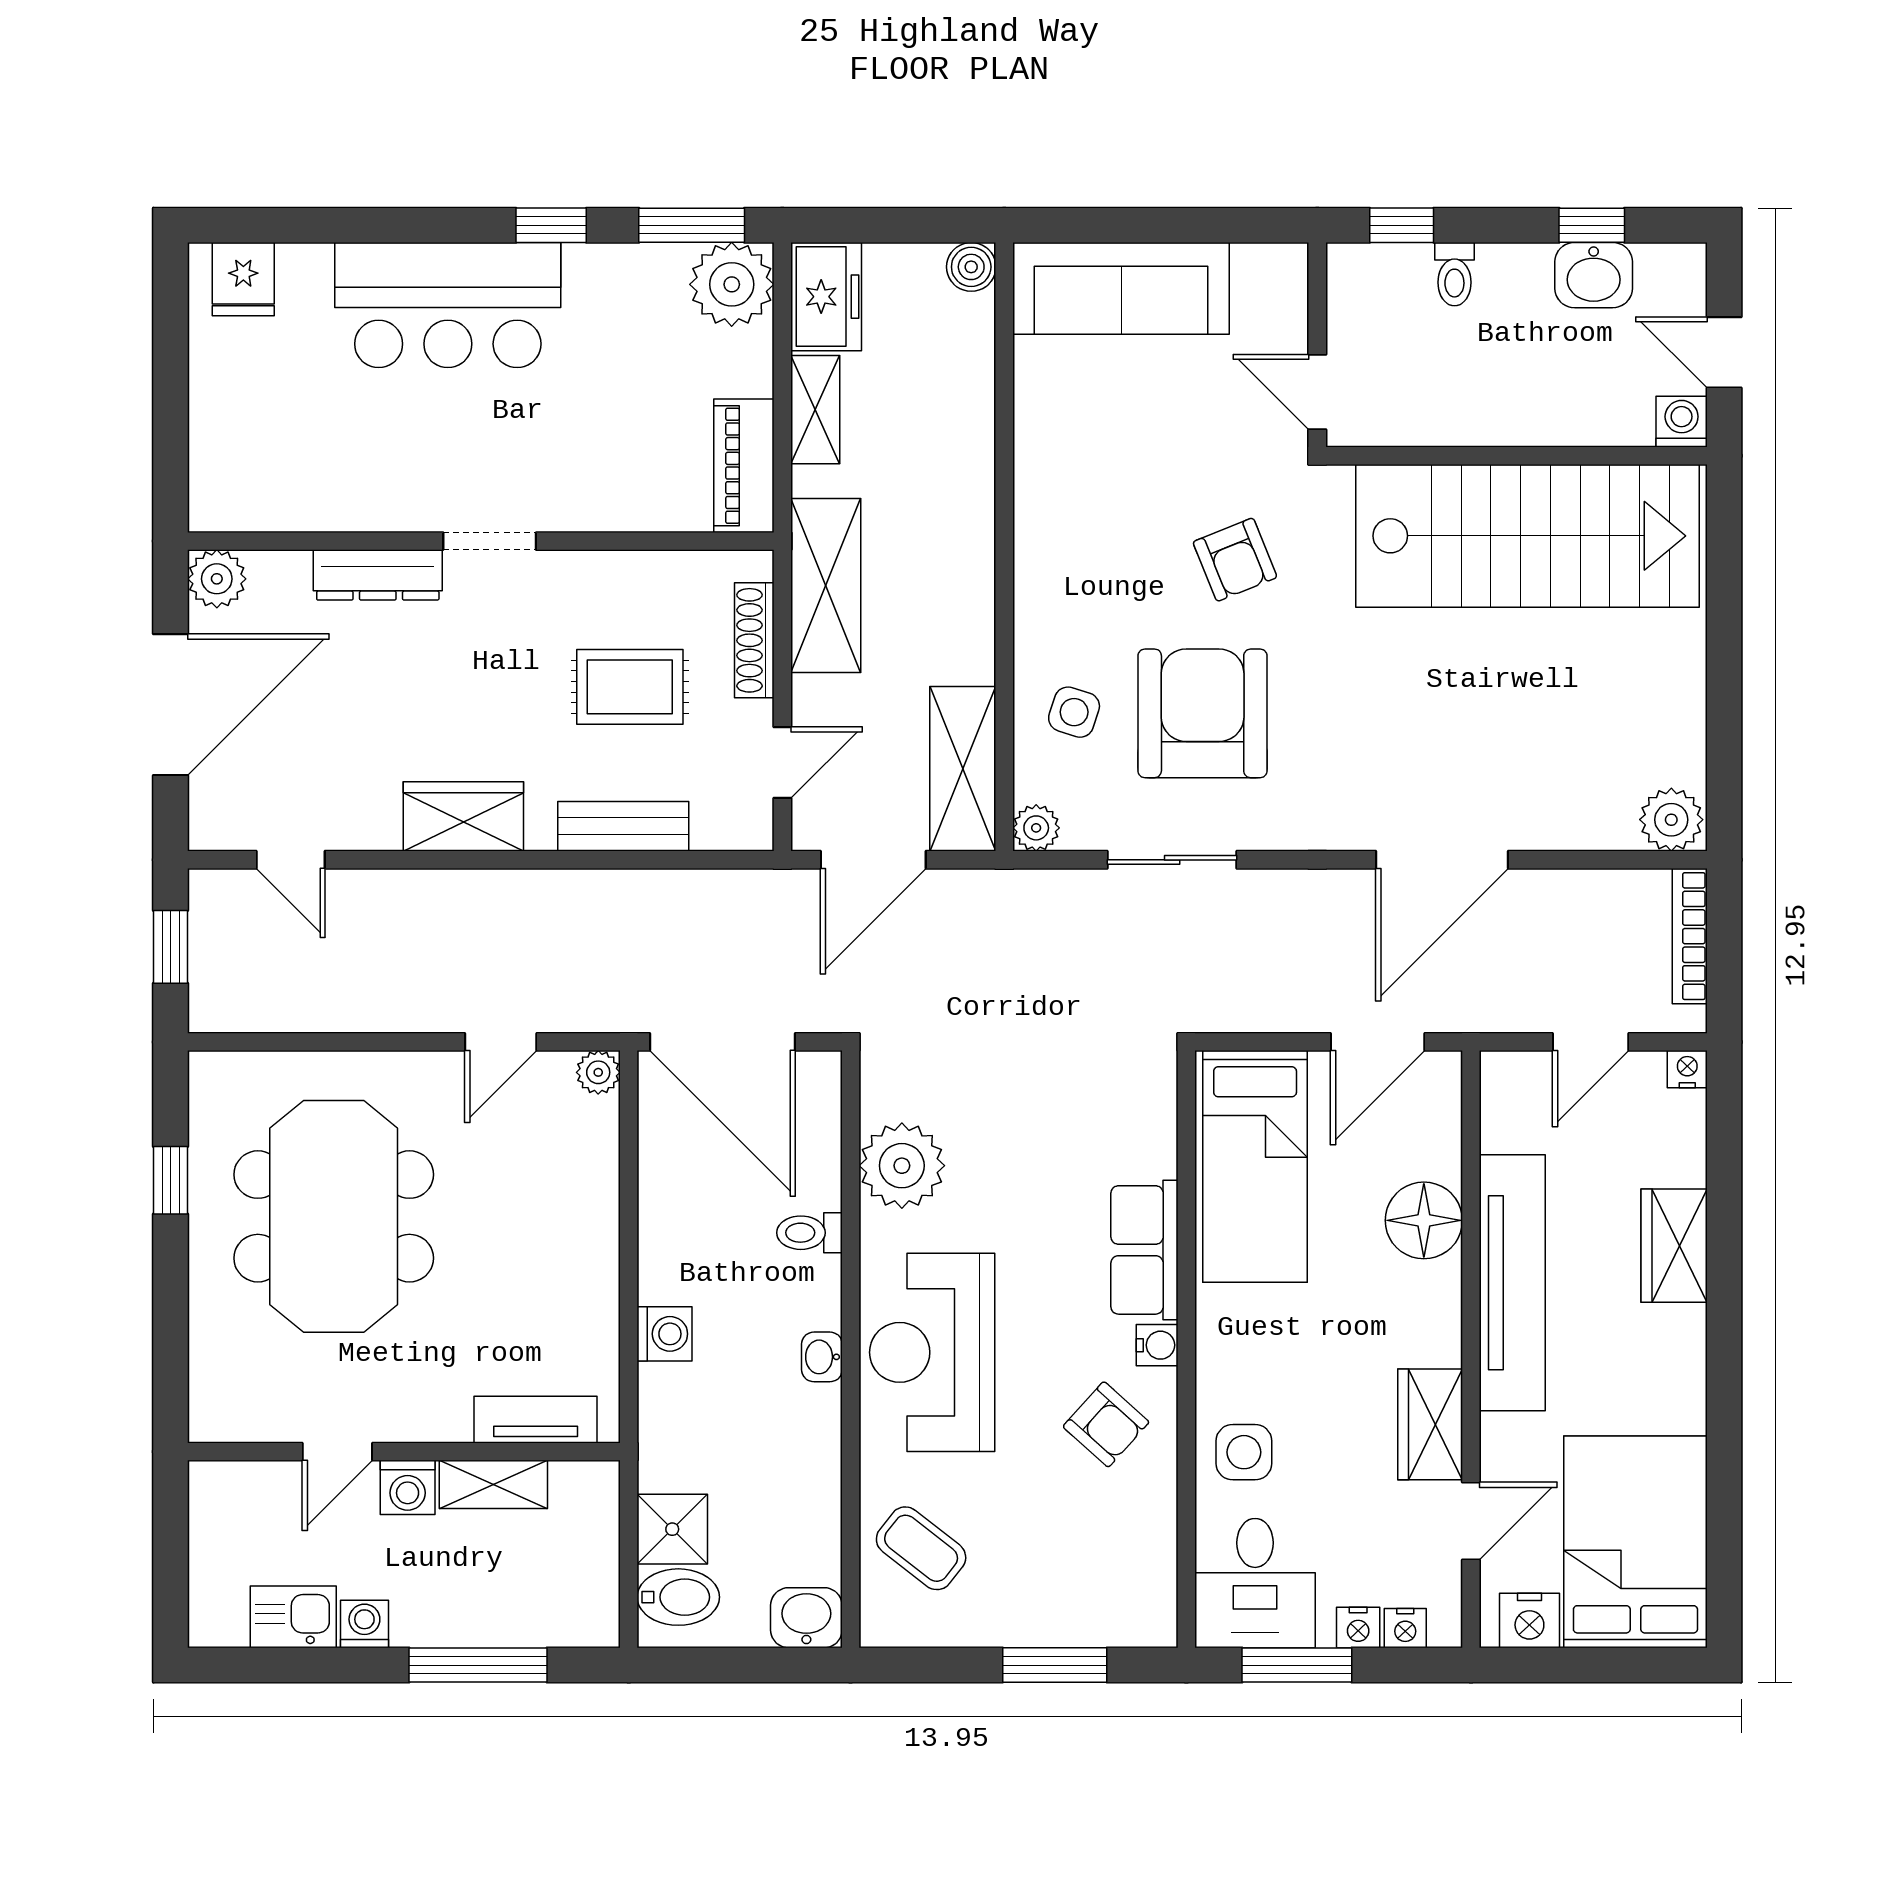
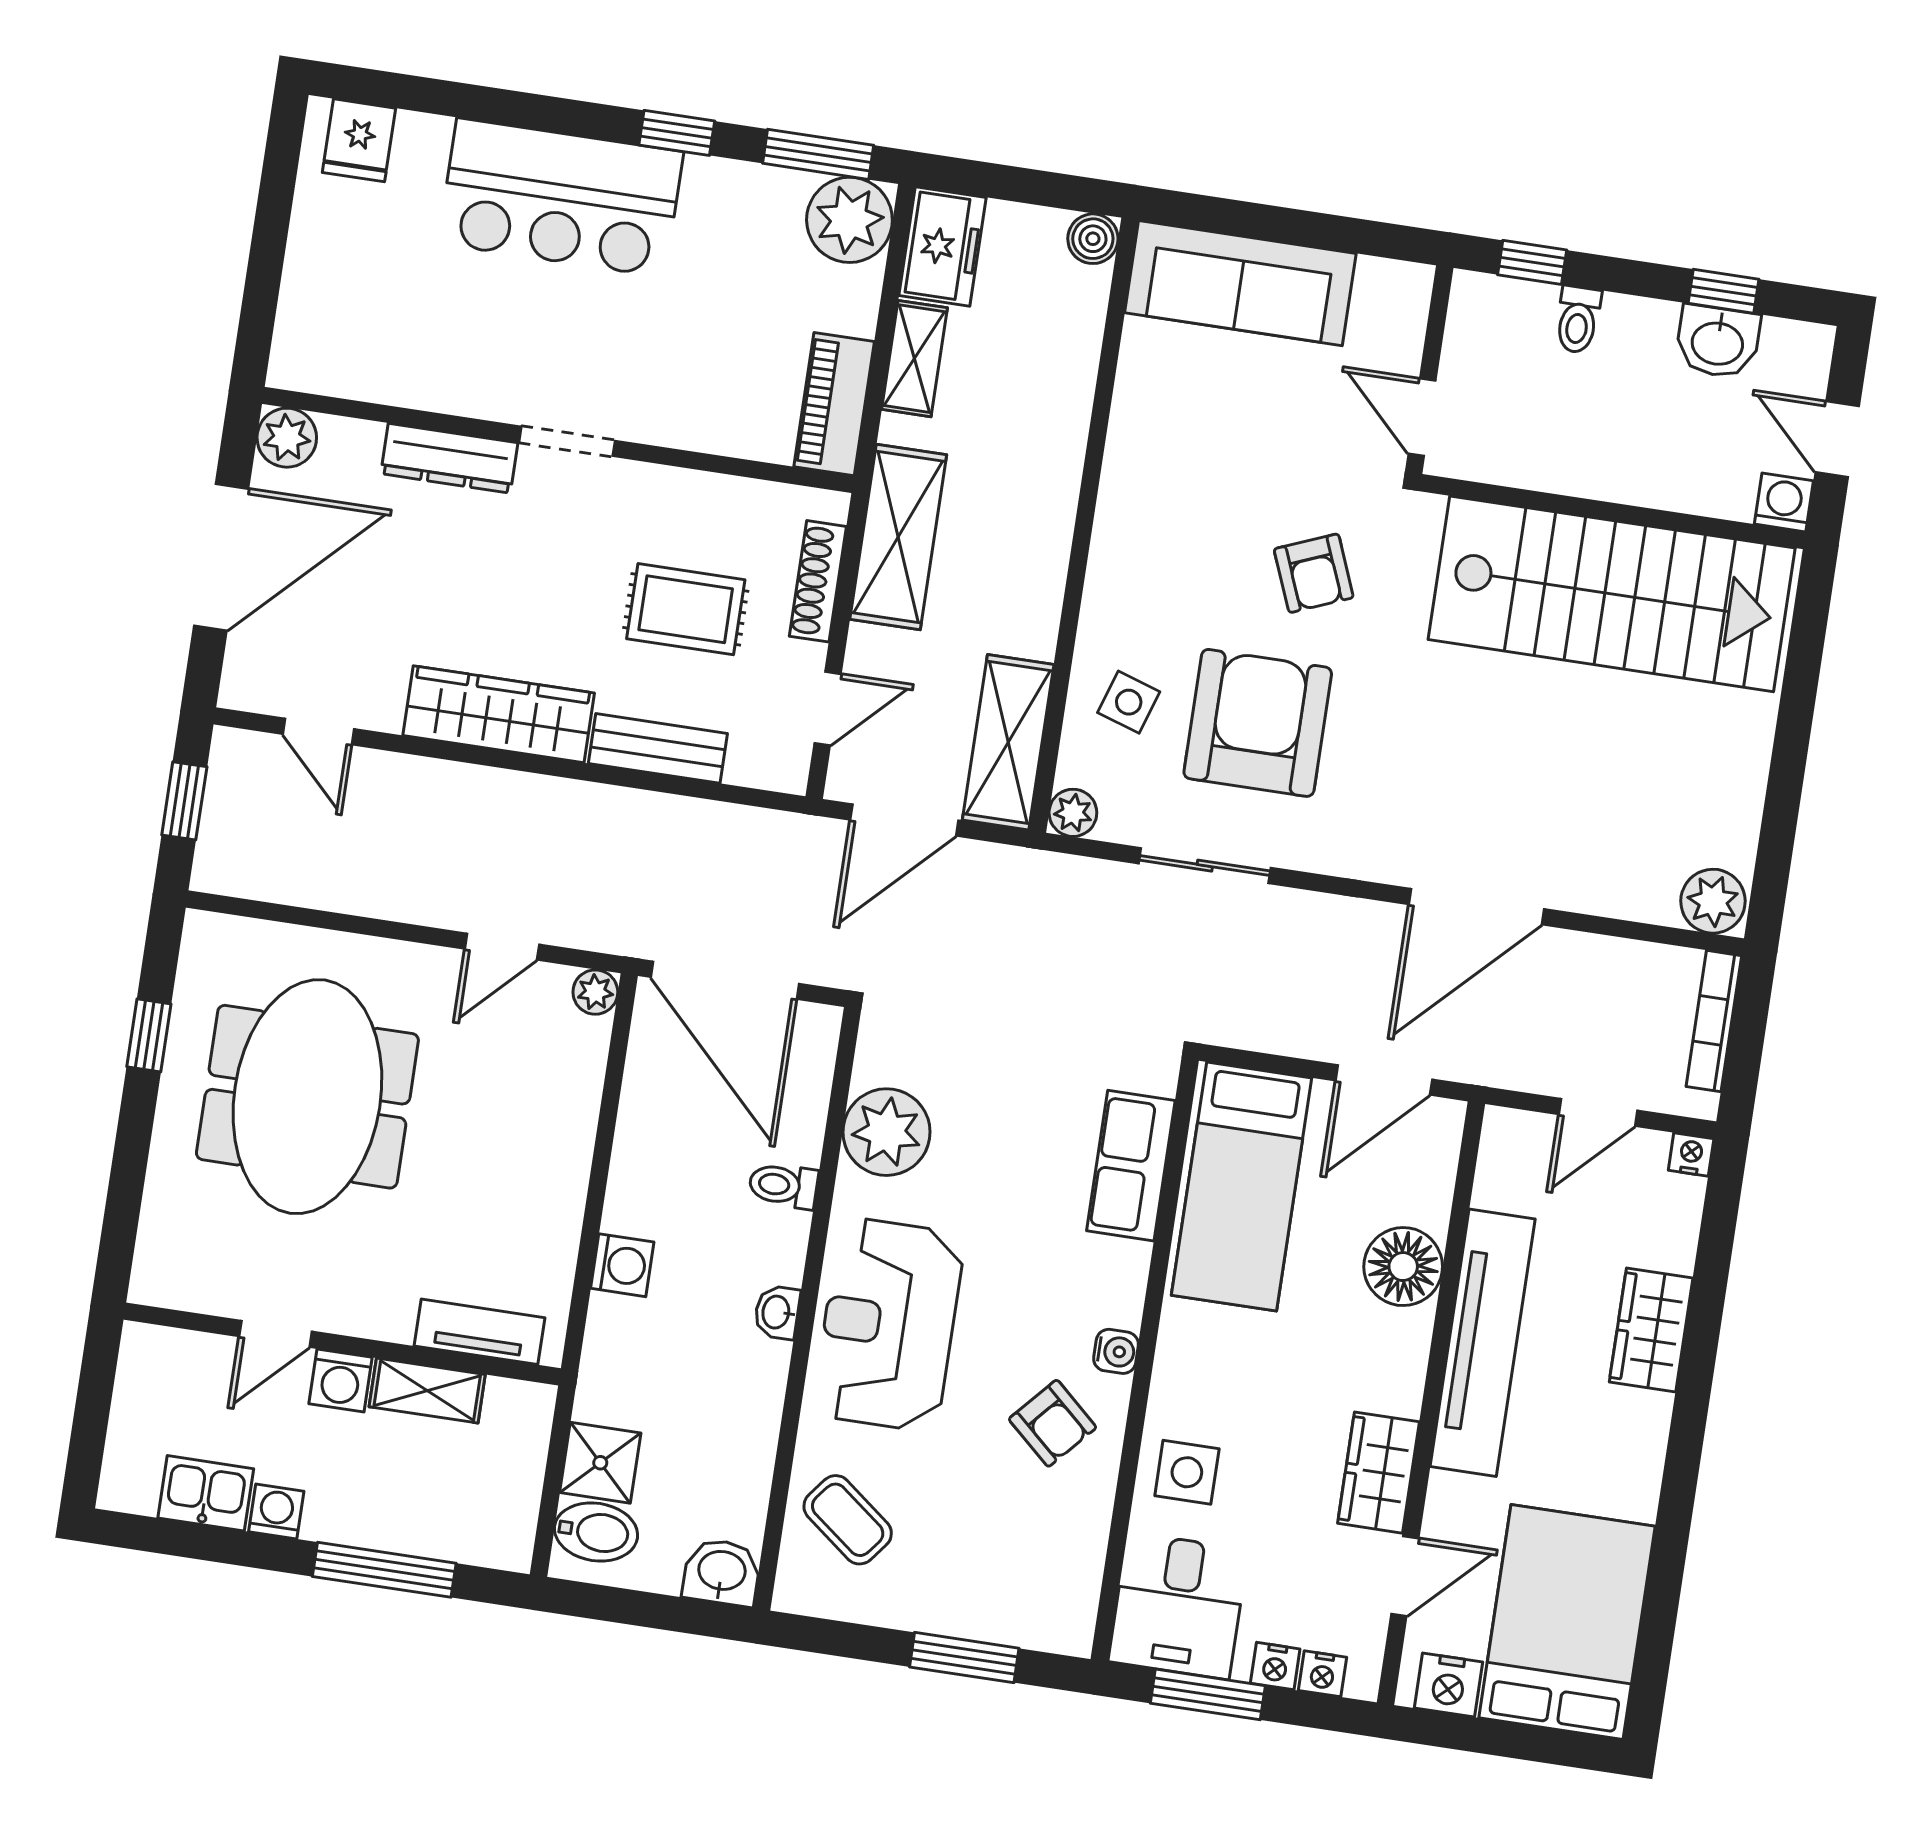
wardrobe: (463, 816) -> (499, 714), width x1.50
row of seats: (1144, 1250) -> (1131, 1166), moved

